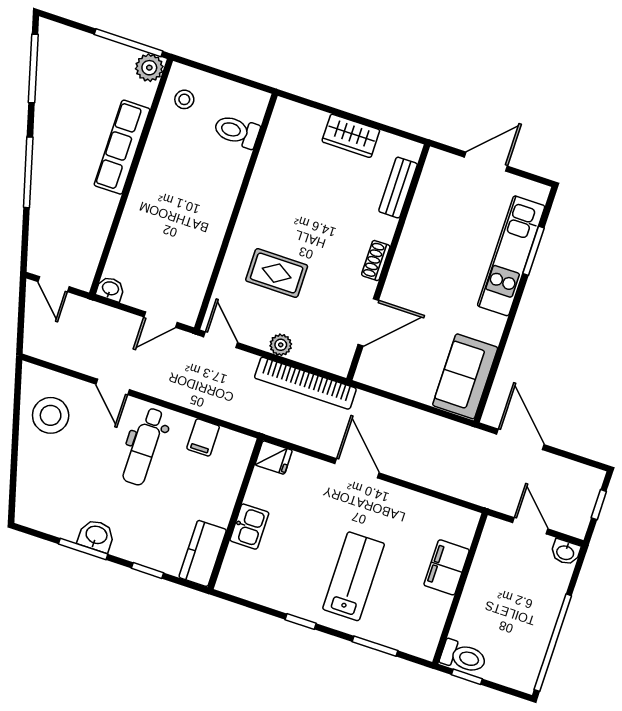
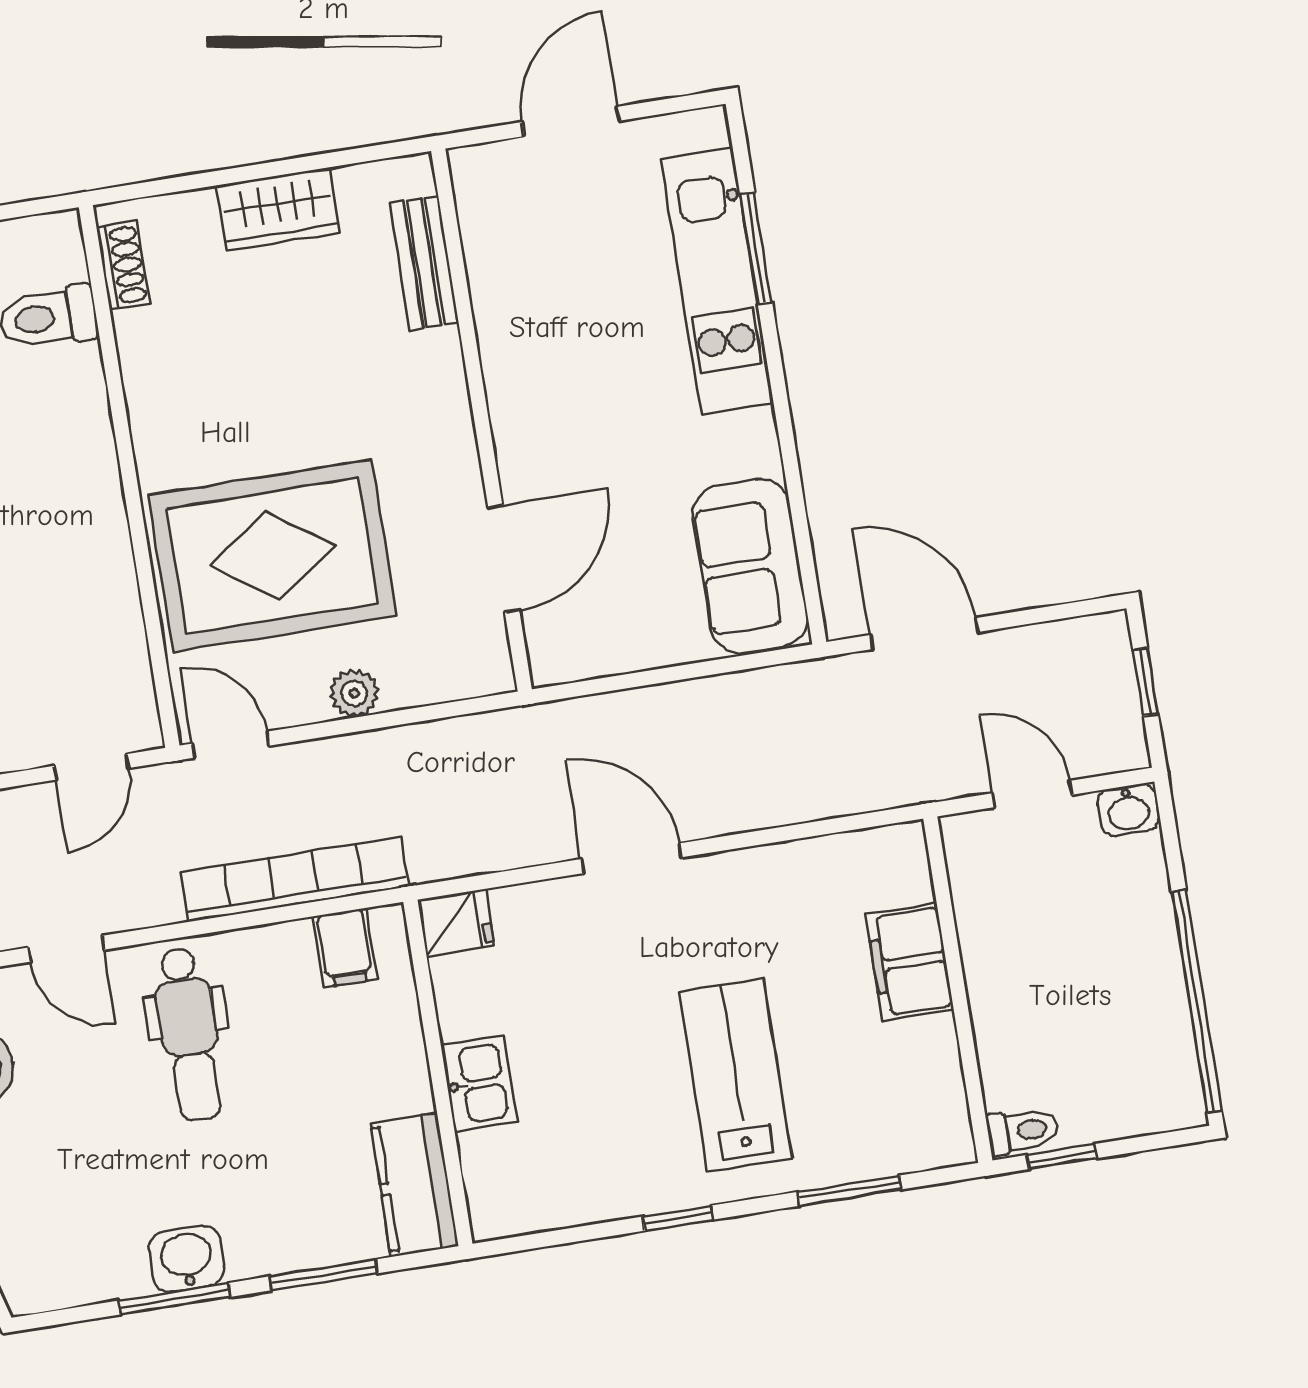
shoe rack: (376, 261) -> (123, 265), moved, turned 180
rug: (277, 273) -> (272, 556), width x1.86, depth x2.06
bookcase: (305, 383) -> (294, 879), moved, turned 180
filing cabinet: (203, 437) -> (345, 948), moved
window: (148, 570) -> (323, 1275), width x1.50
toilet: (463, 657) -> (1023, 1131), width x0.73, depth x0.72

